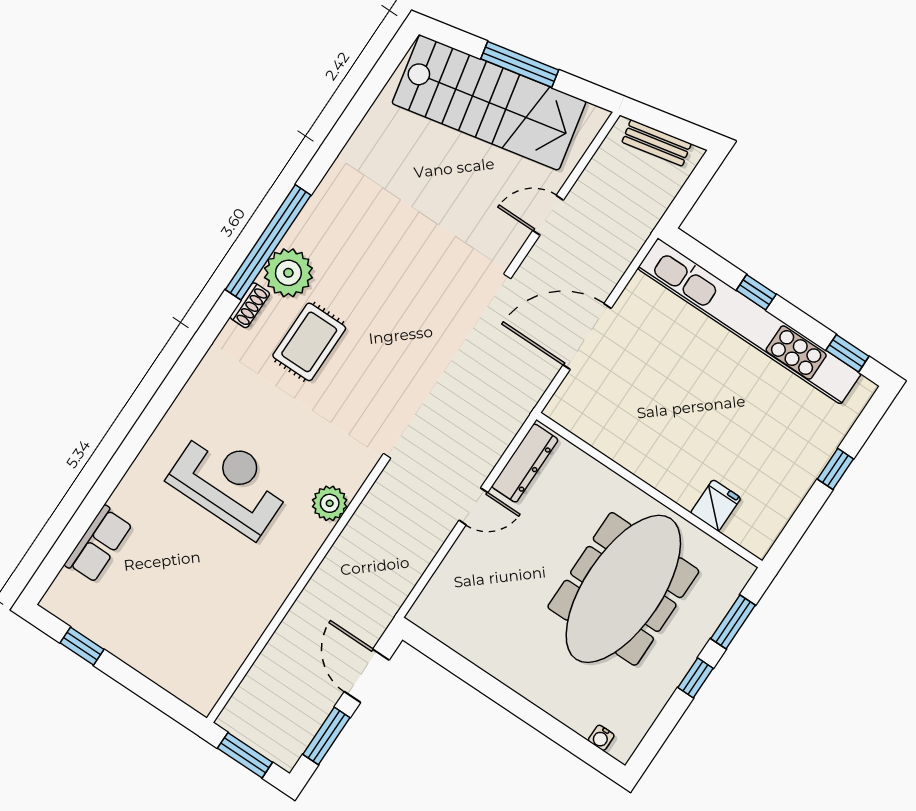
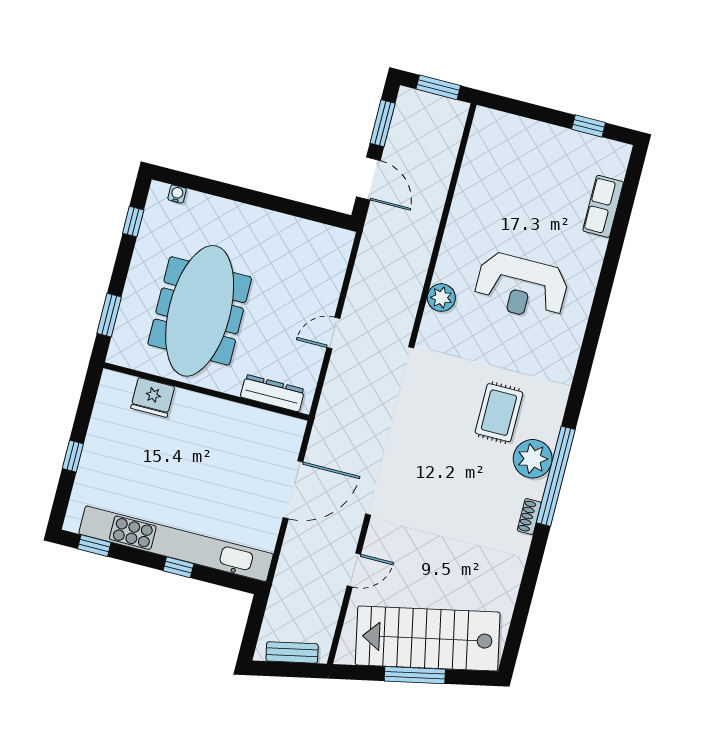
shoe rack: (250, 305) -> (529, 517), moved
dresser: (525, 463) -> (272, 393), moved, turned 90
fridge: (716, 505) -> (153, 397), width x1.38
window: (695, 678) -> (133, 222), moved

